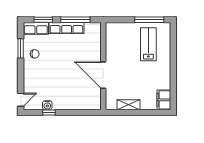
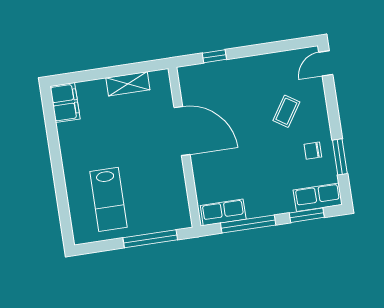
window: (149, 20) -> (150, 239), moved
row of seats: (67, 28) -> (223, 212), moved, width x0.68
coffee table: (46, 77) -> (286, 111), added
water cooler: (47, 105) -> (276, 61), removed
window: (49, 113) -> (214, 56), moved

